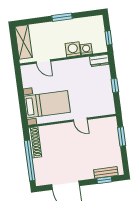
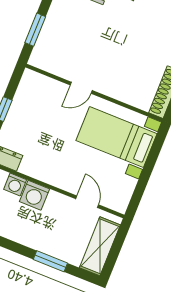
window: (62, 17) -> (50, 261), moved
door: (80, 120) -> (81, 88), swing flipped

